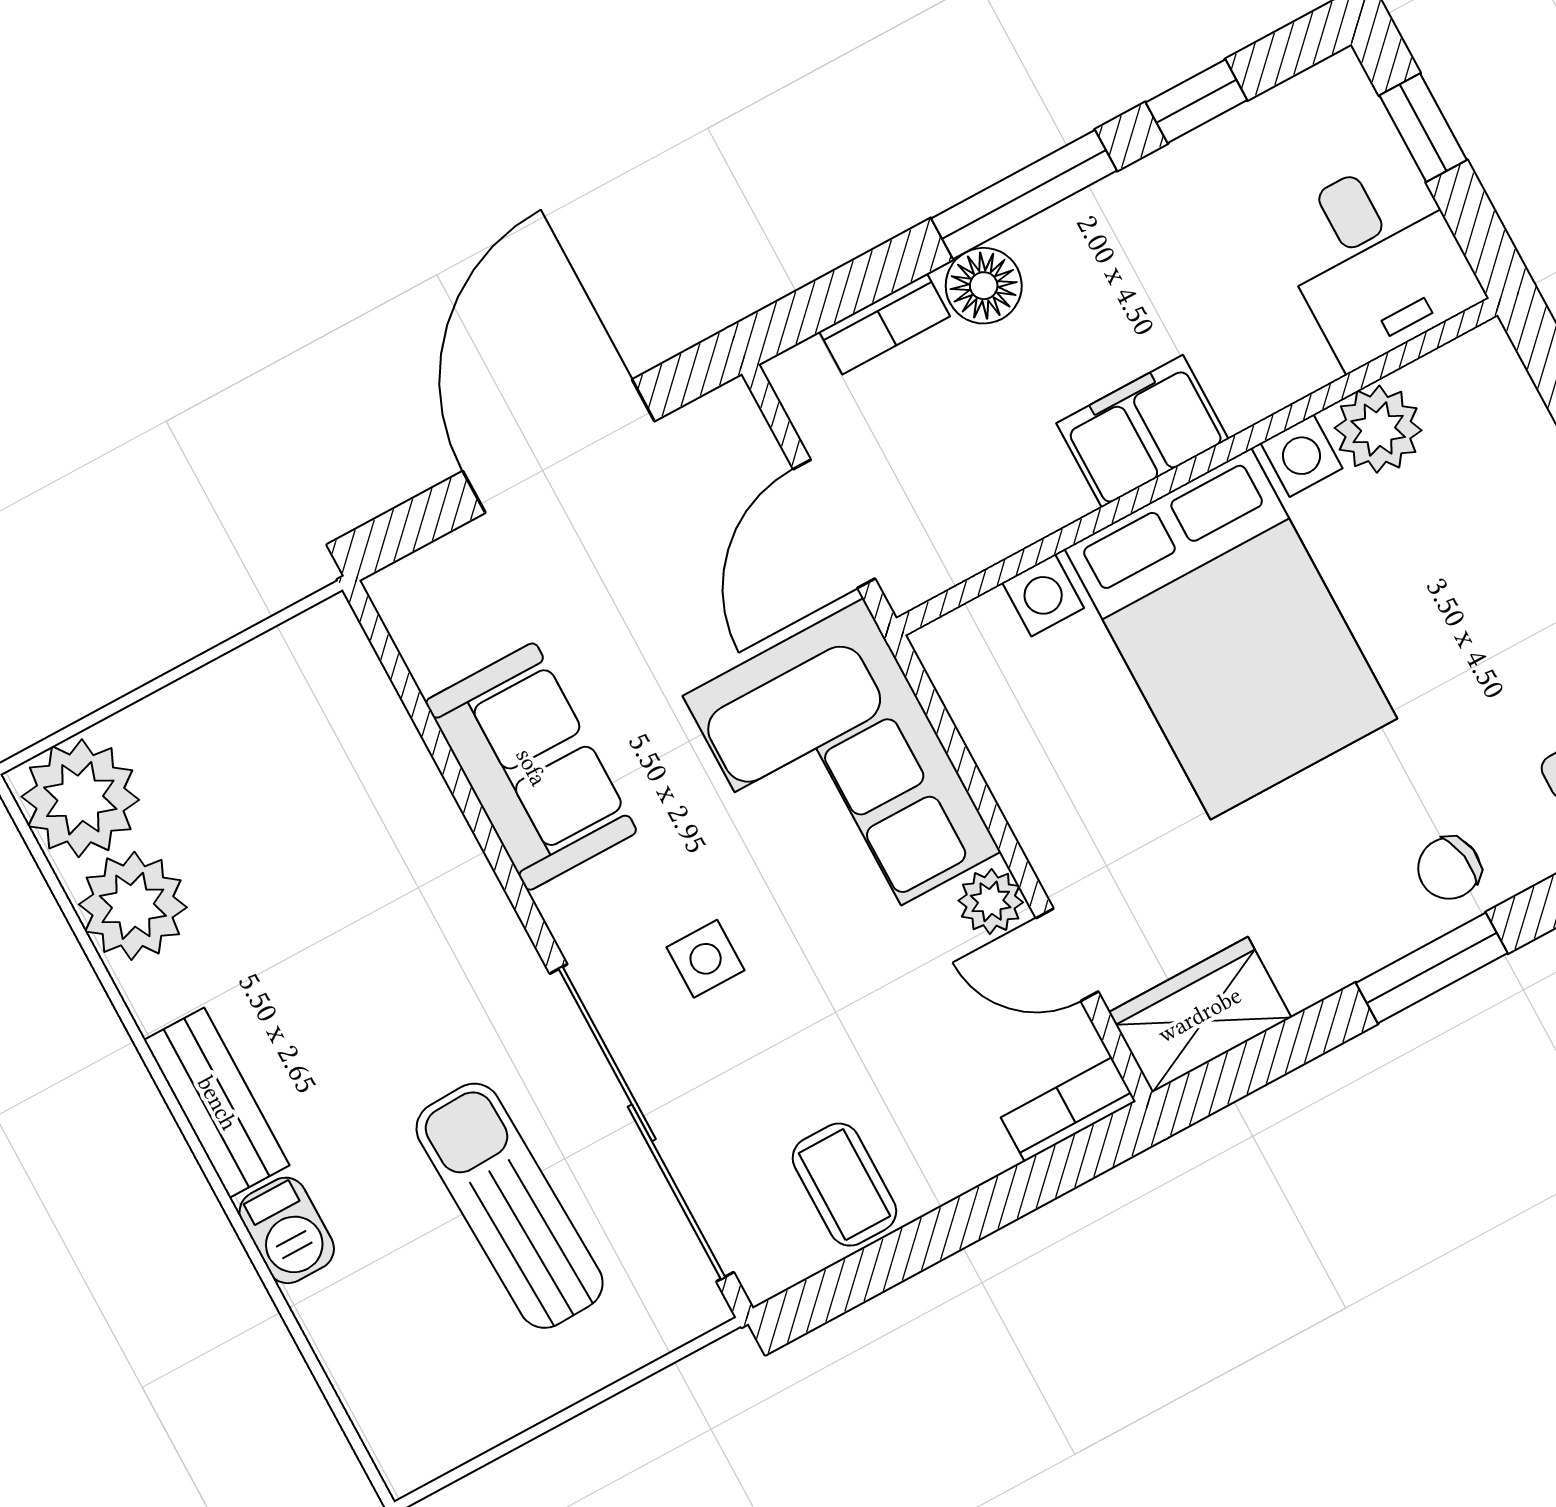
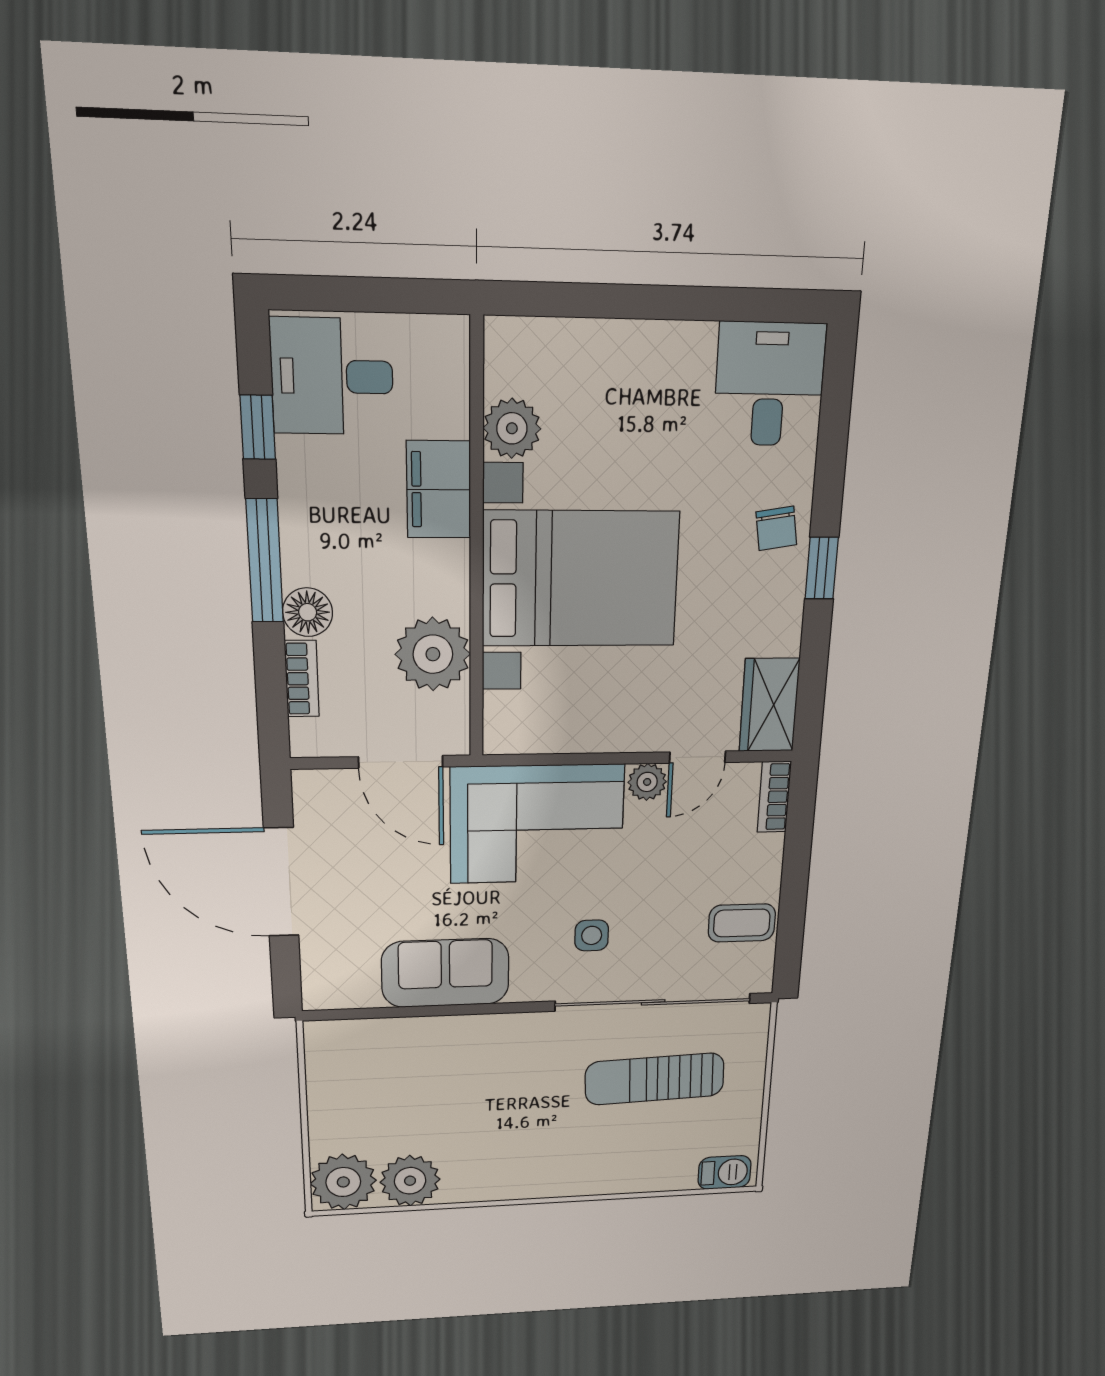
window: (1423, 128) -> (344, 294), removed
desk: (1376, 260) -> (332, 376), moved, turned 180
filing cabinet: (1142, 431) -> (439, 490), moved
plant: (1016, 486) -> (433, 654), added
window: (1432, 968) -> (822, 568), width x0.67
bench: (217, 1103) -> (527, 1184), removed
barbecue: (287, 1230) -> (725, 1172), moved

